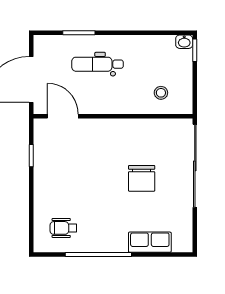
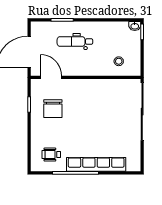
chair: (142, 178) -> (53, 109), moved
row of seats: (150, 242) -> (96, 164), width x2.02

